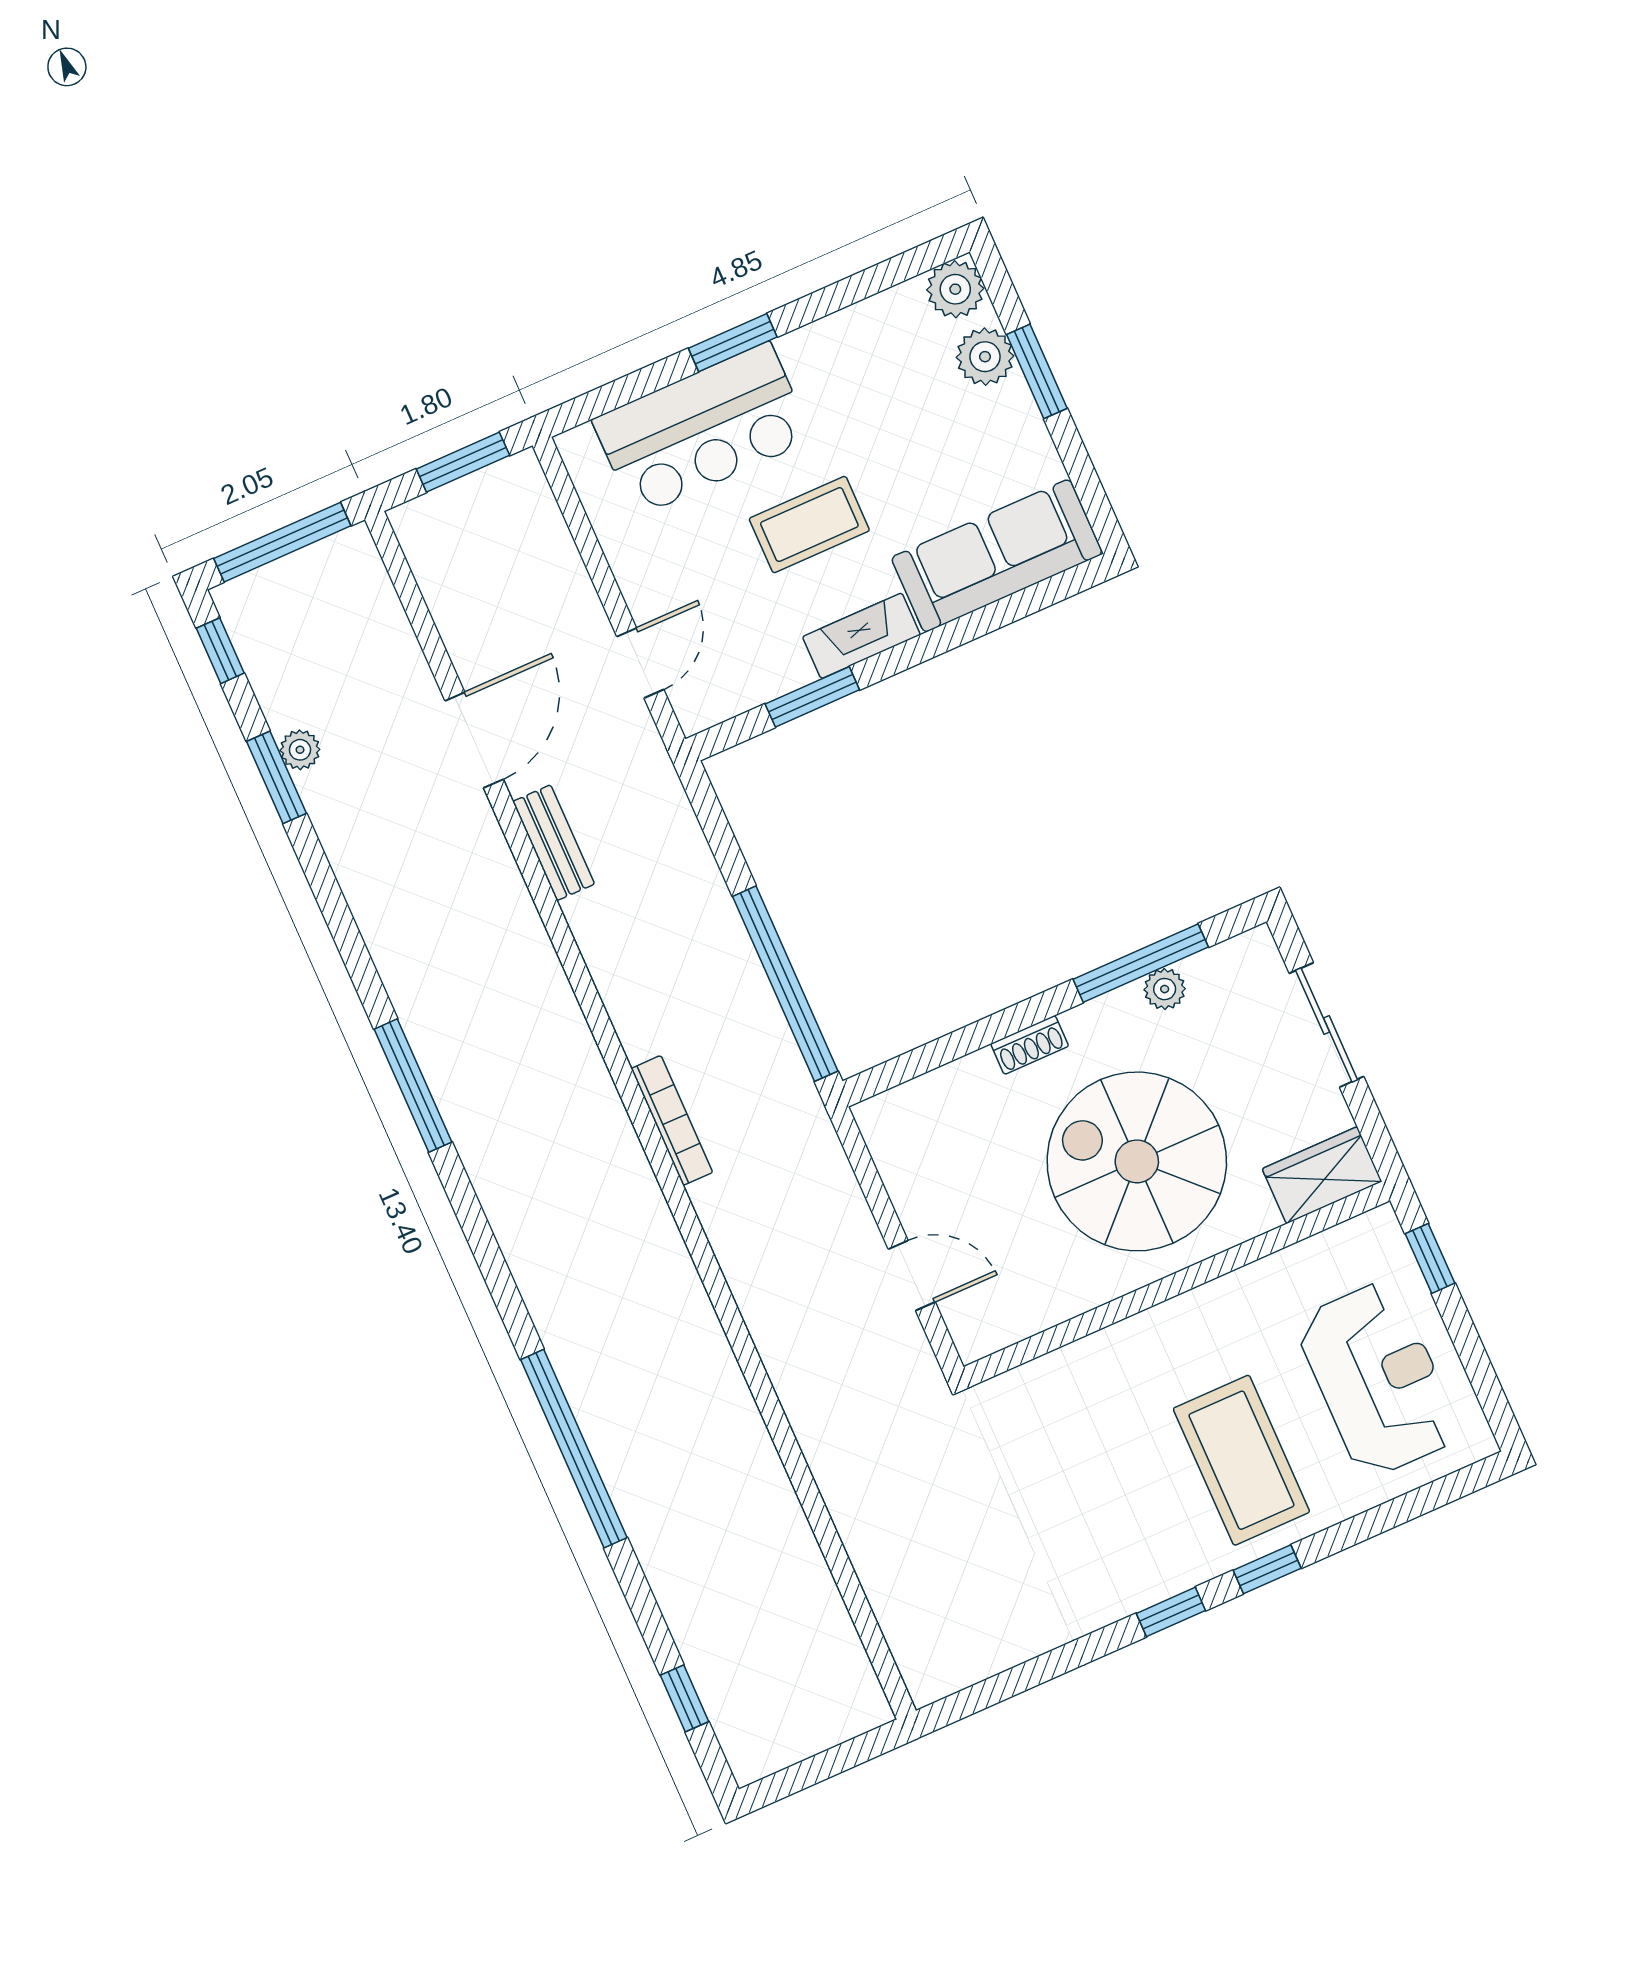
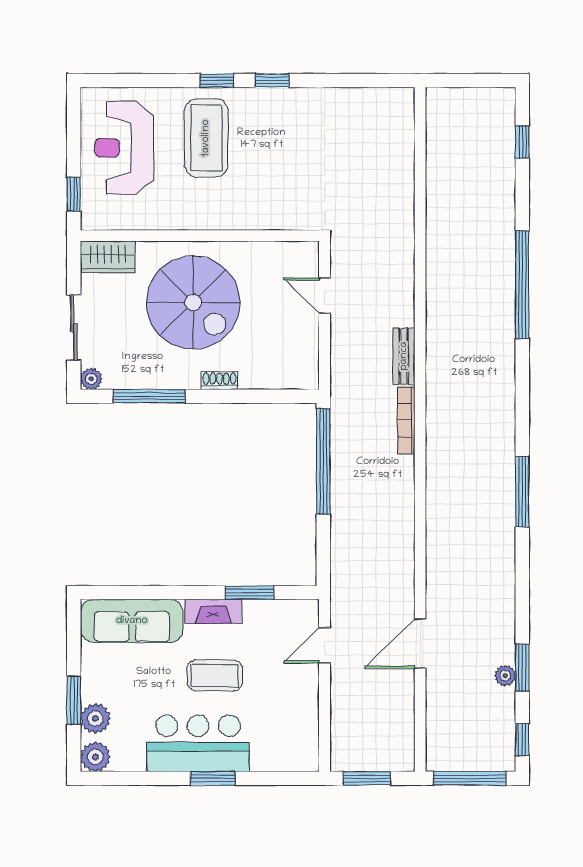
bar counter: (702, 429) -> (198, 743), moved
bench: (554, 843) -> (404, 356), moved
plant: (1165, 989) -> (91, 379), moved

